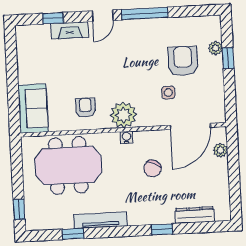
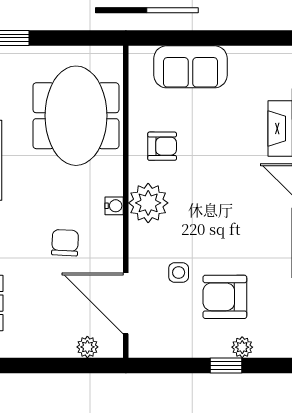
armchair: (183, 61) -> (225, 297), turned 180
sofa: (33, 108) -> (191, 67), moved
chair: (152, 168) -> (65, 243), turned 69

